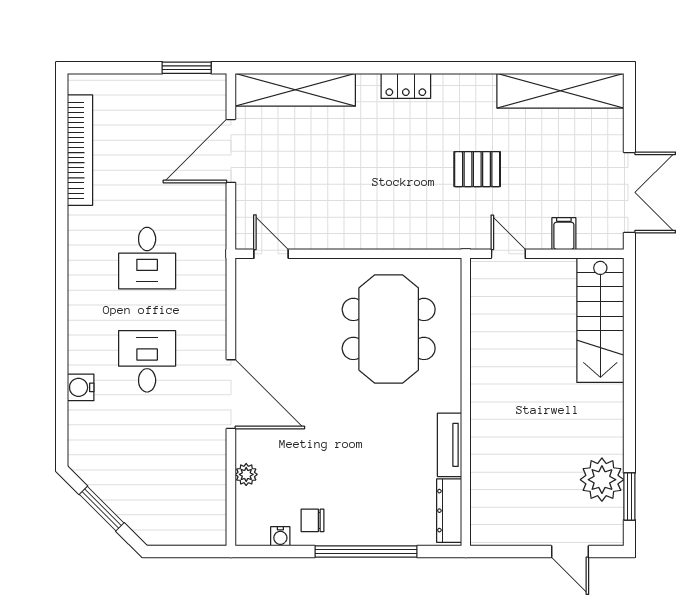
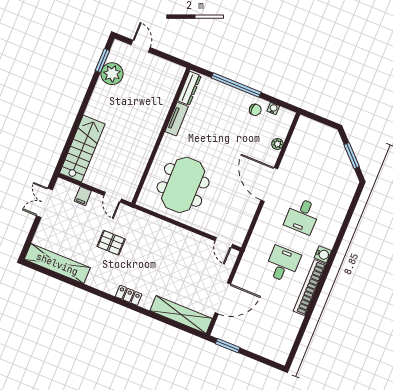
bookcase: (80, 150) -> (310, 288), moved
double door: (629, 192) -> (44, 203), width x0.73
water cooler: (81, 387) -> (323, 254), moved

